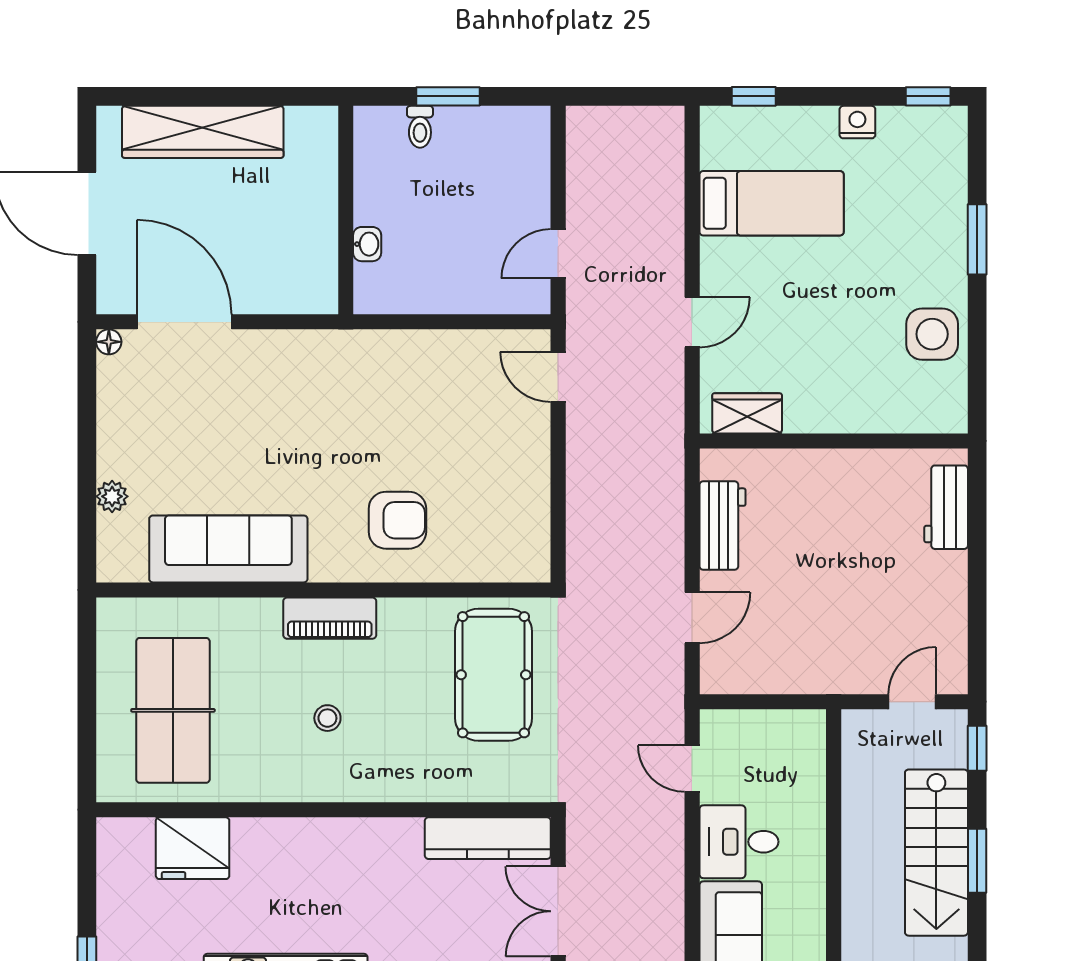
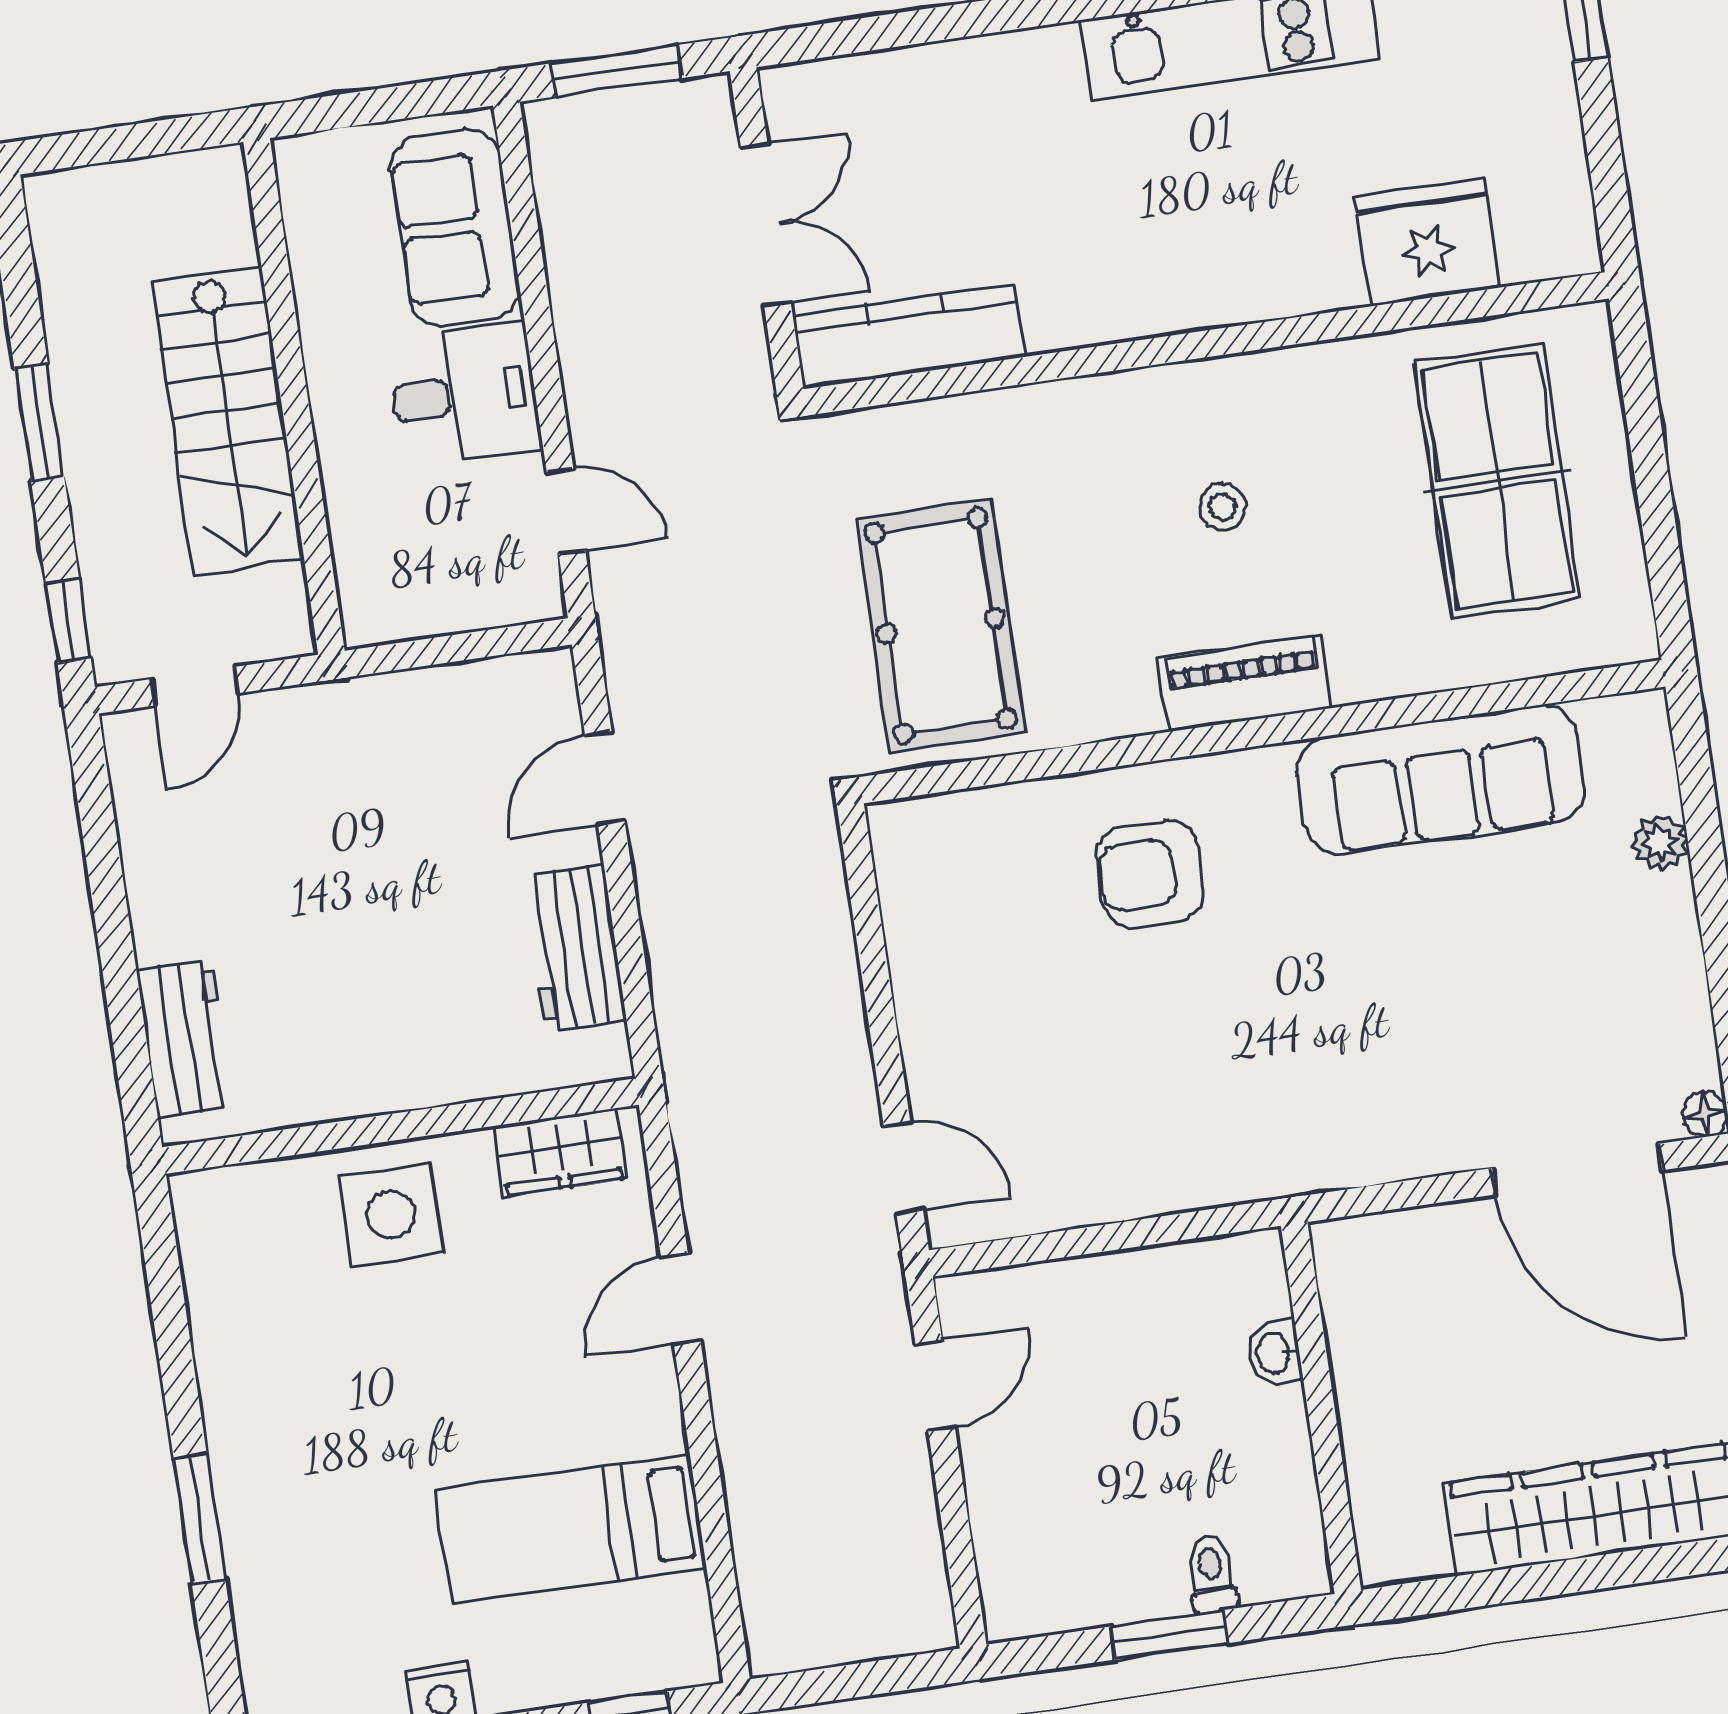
side table: (932, 334) -> (391, 1215), moved
stairs: (936, 853) -> (228, 420), moved, turned 180

